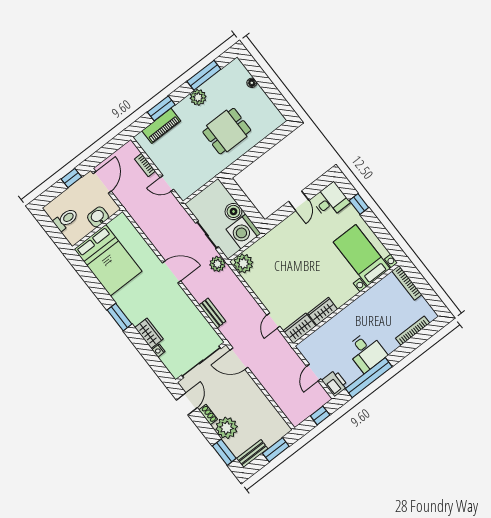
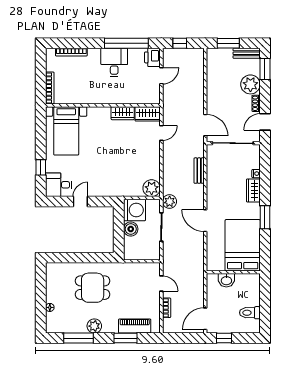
washbasin: (98, 217) -> (226, 280), moved
wall: (97, 229) -> (233, 272), moved
bed: (108, 260) -> (243, 245), moved

